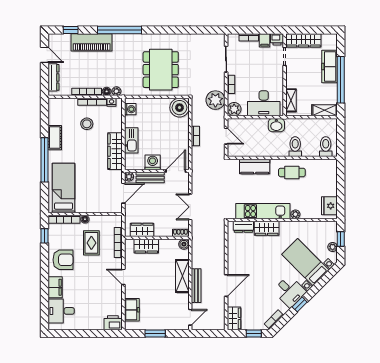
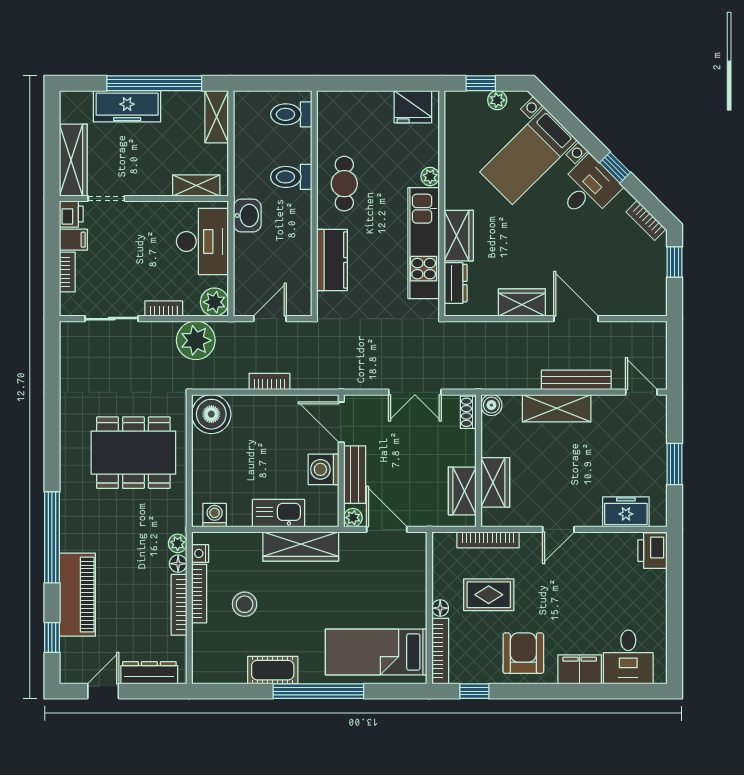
wardrobe: (234, 318) -> (522, 302), moved

